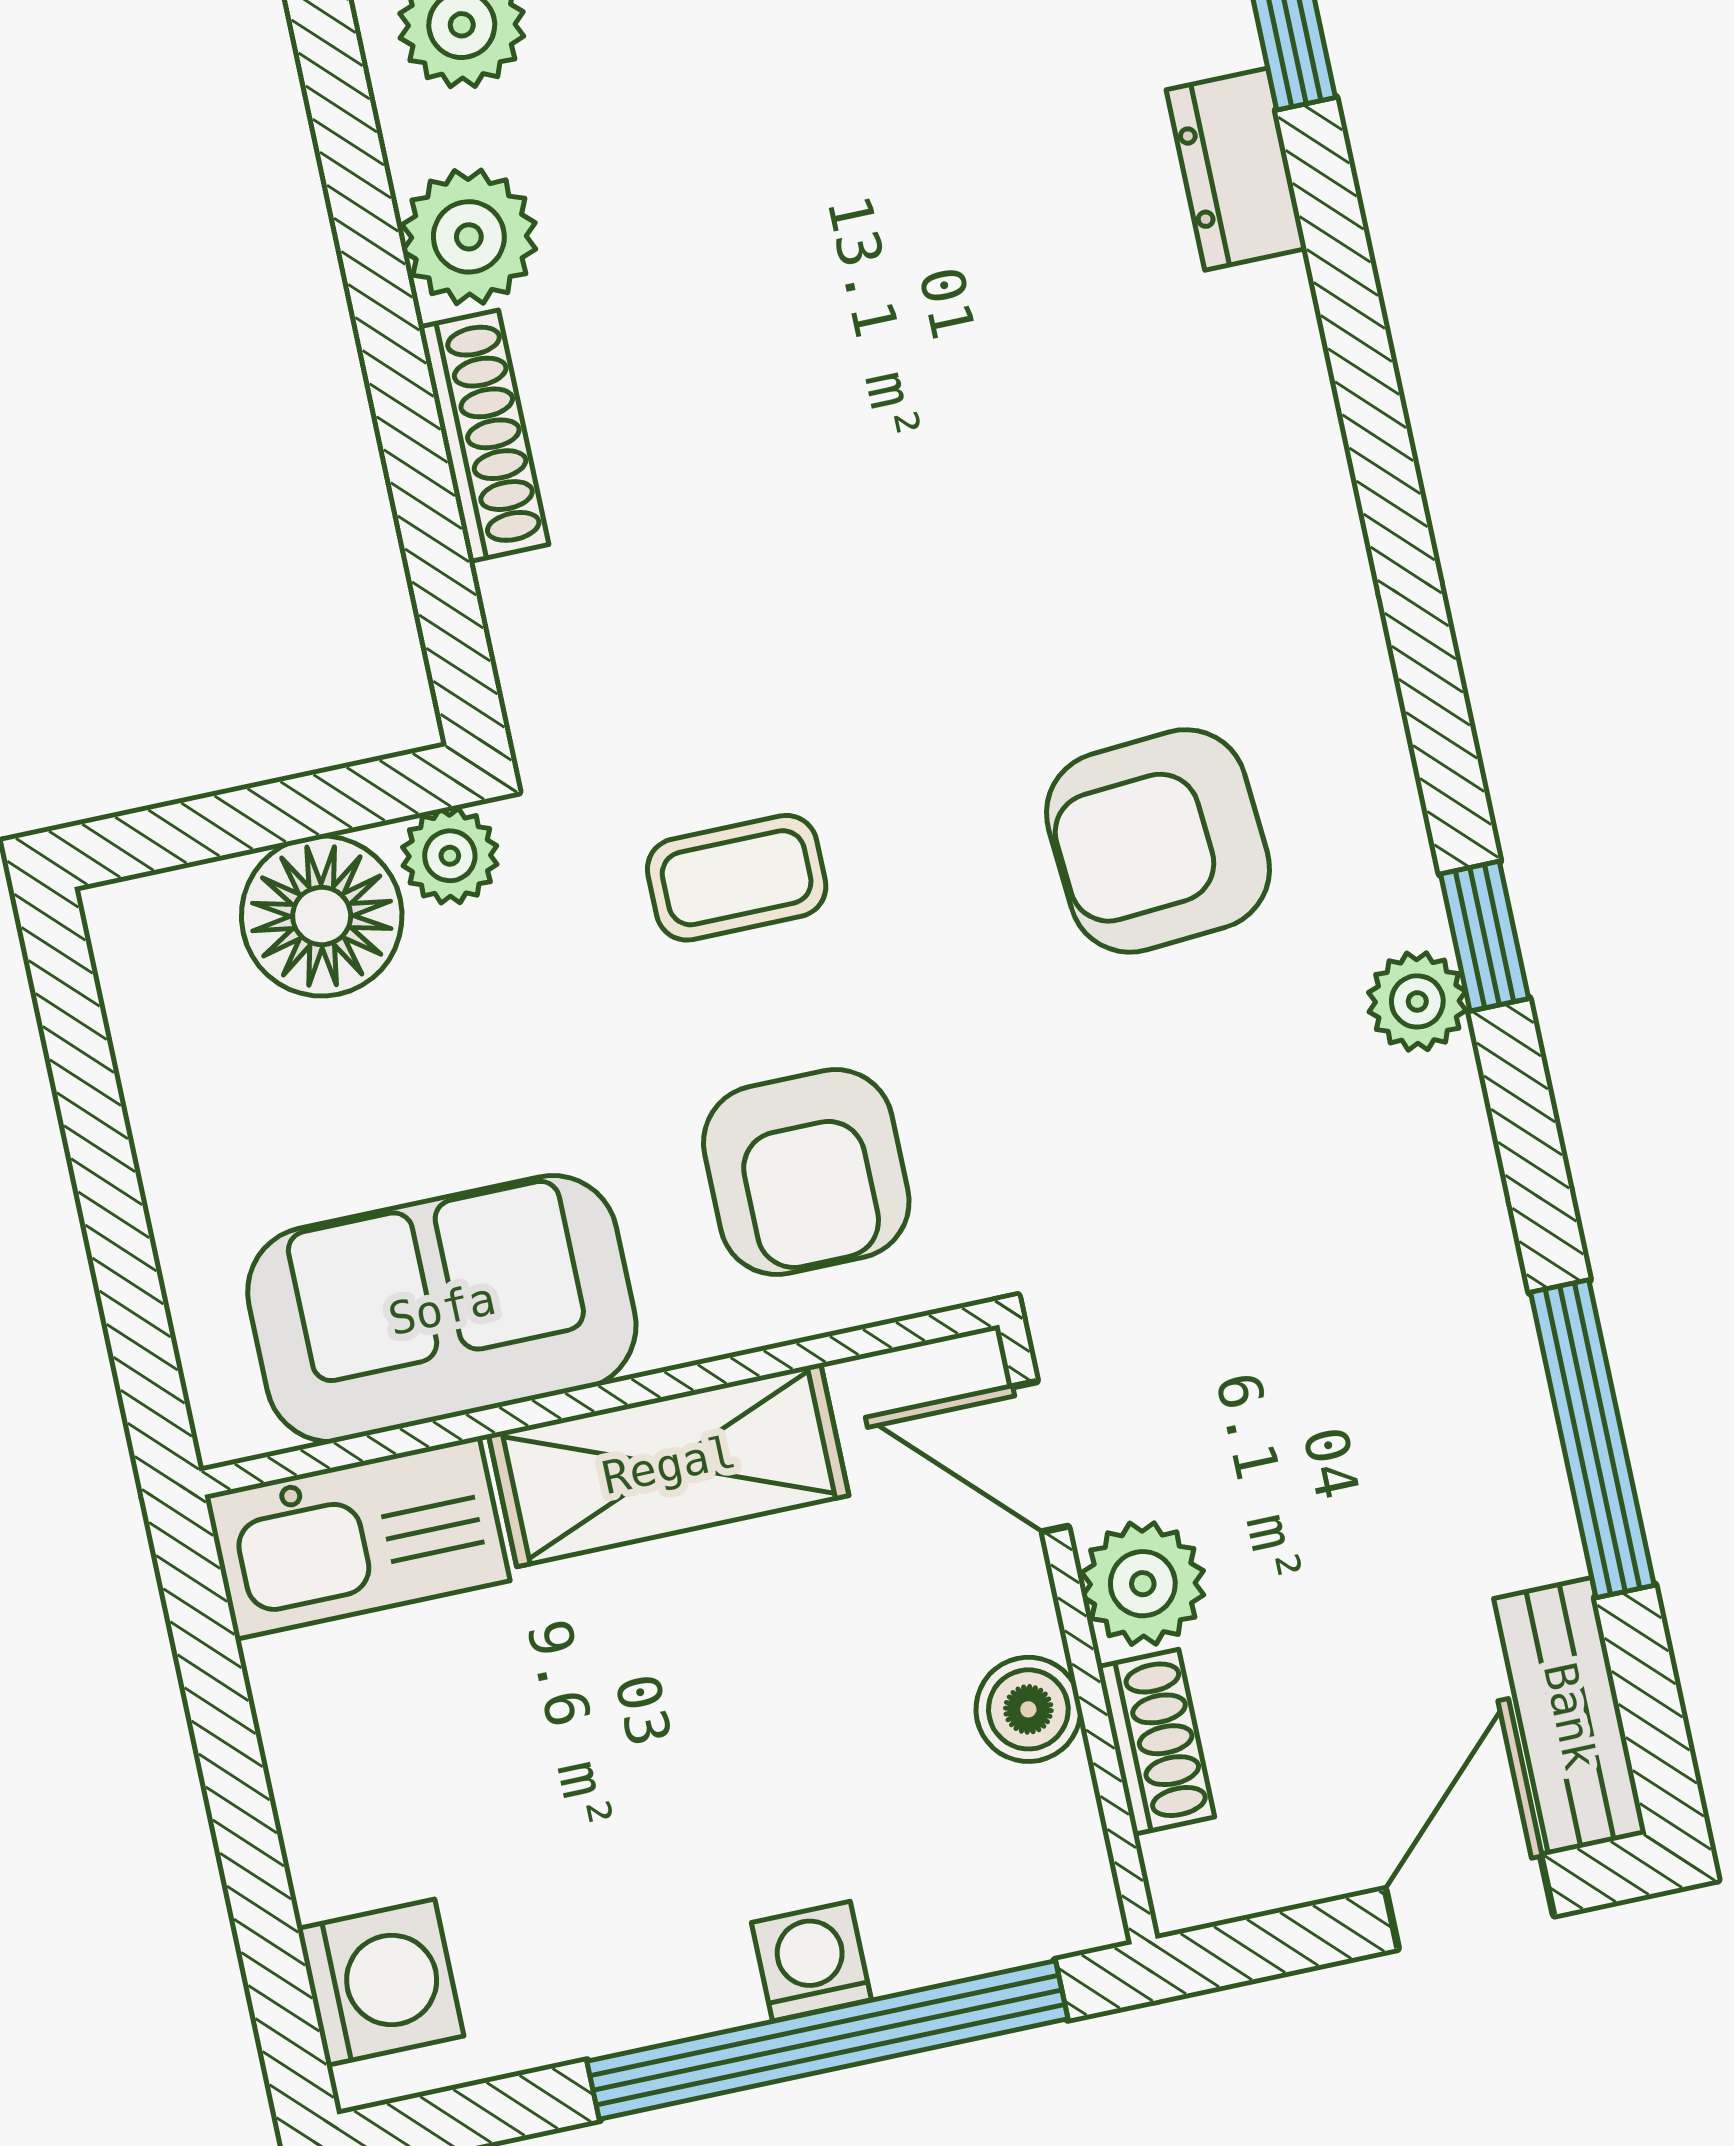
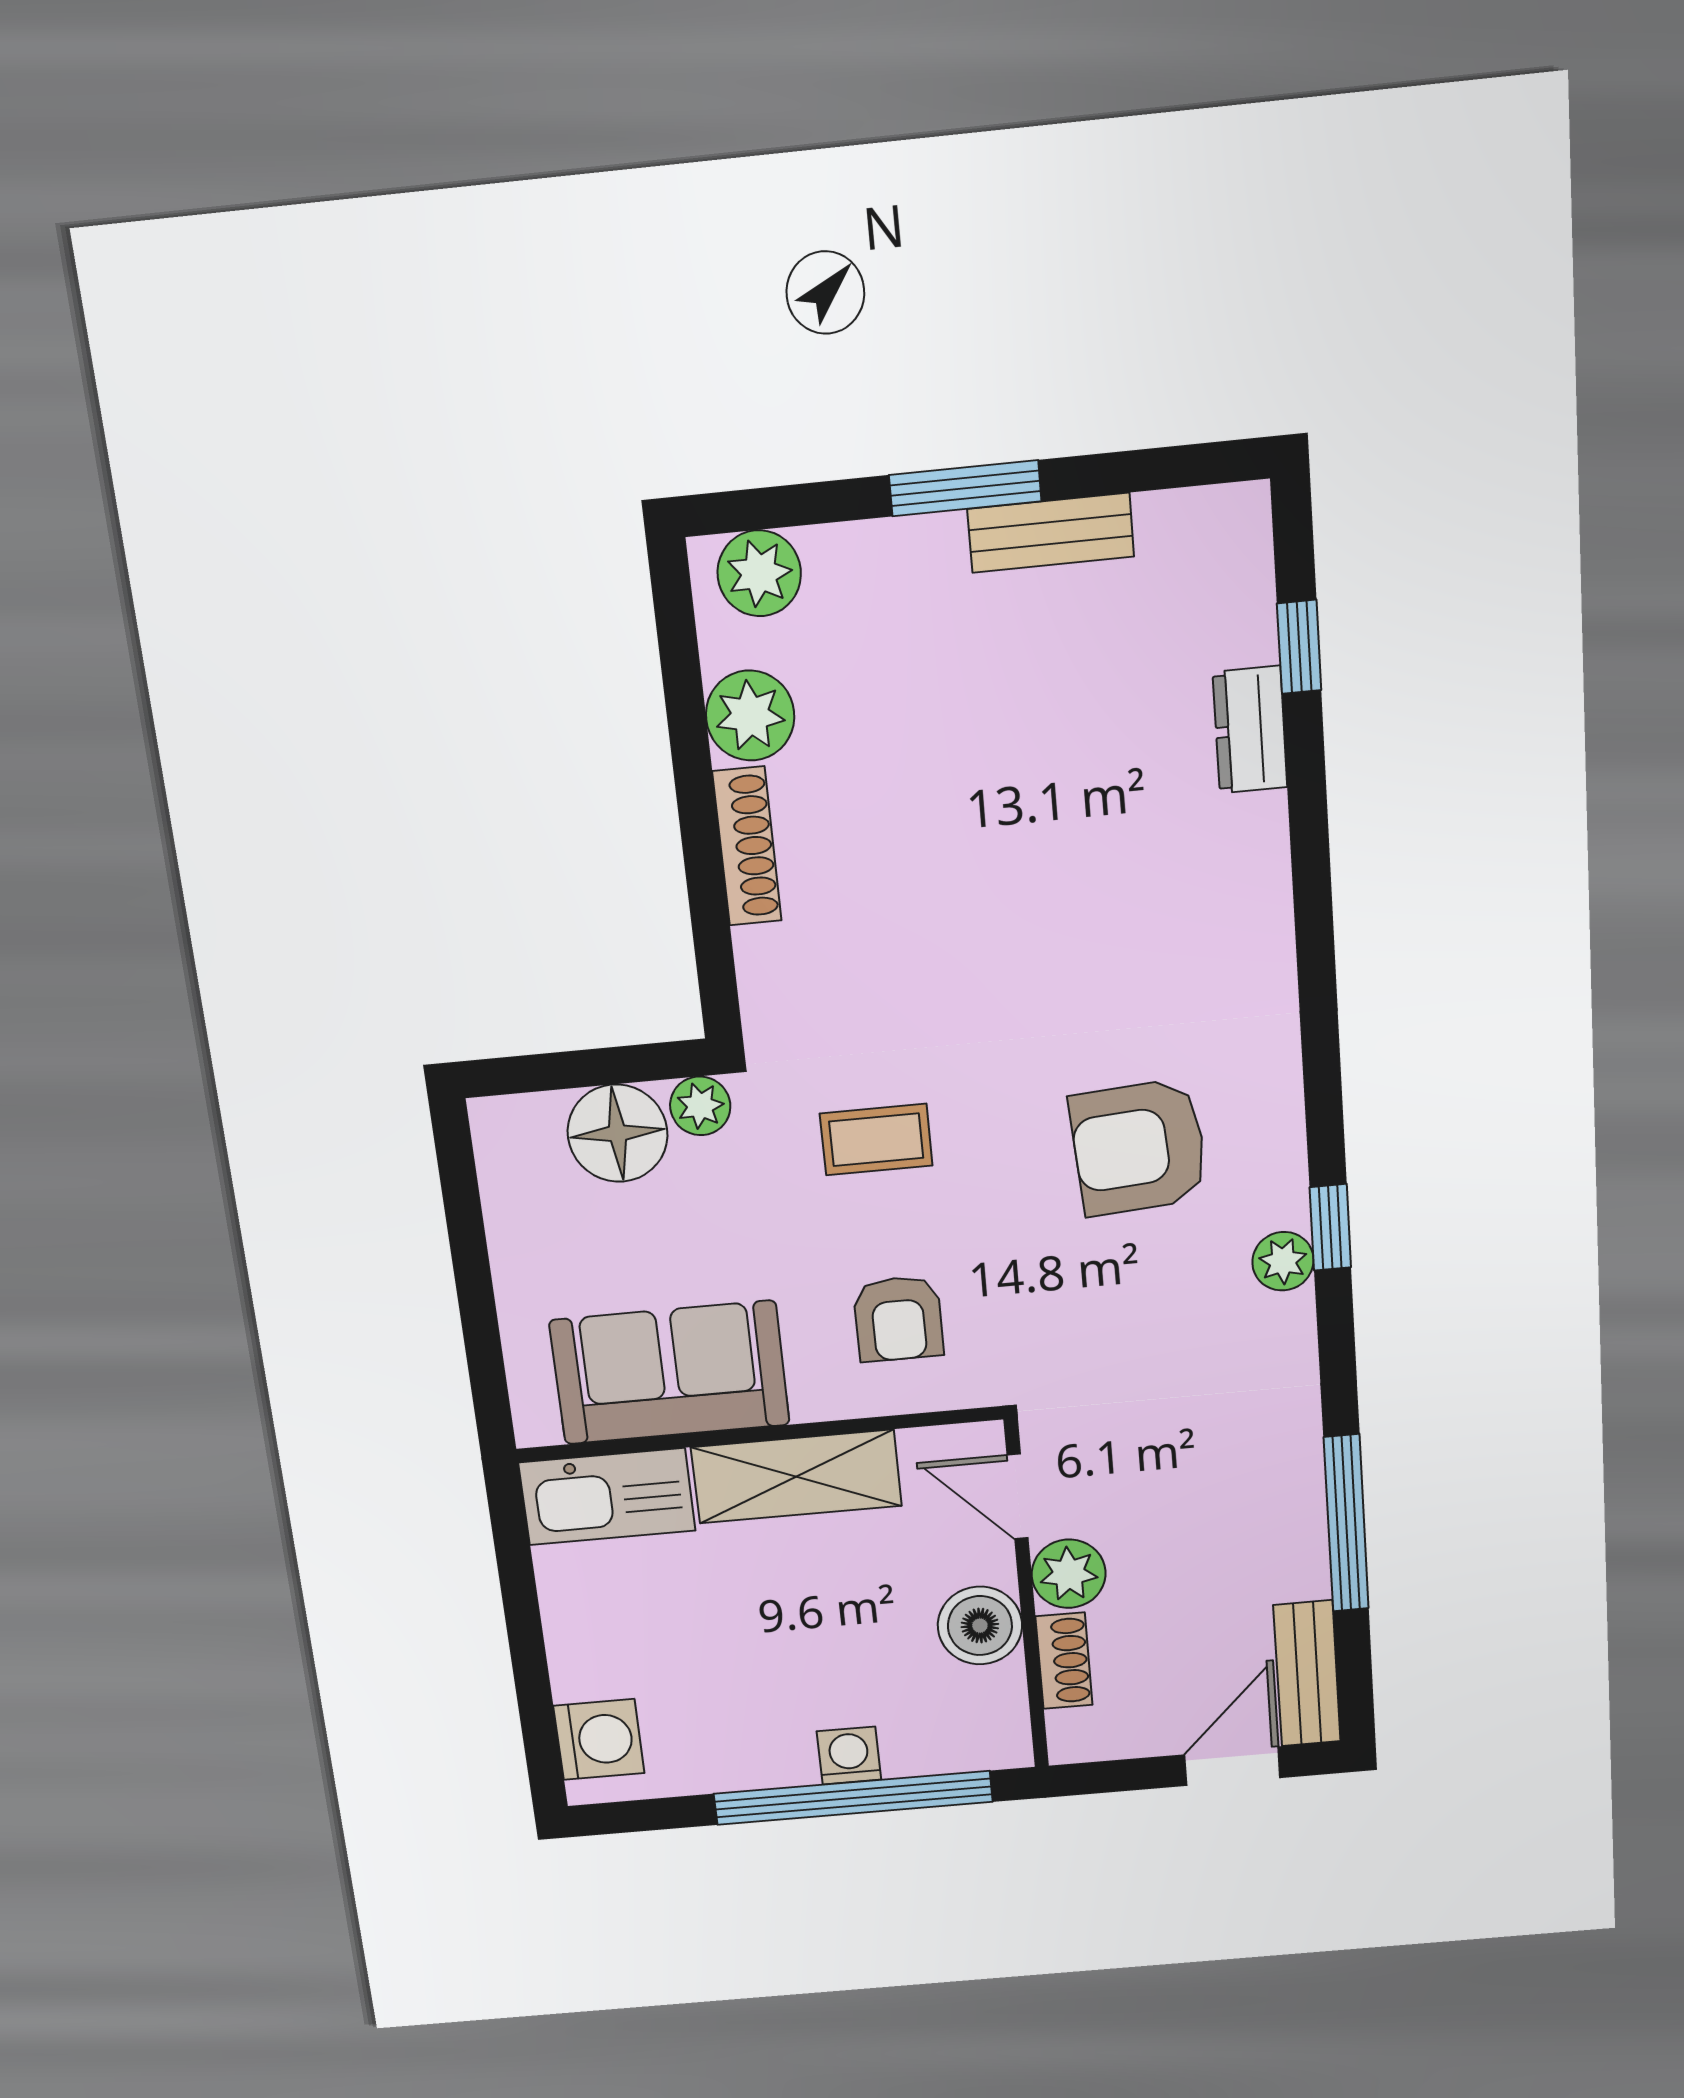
armchair: (806, 1172) -> (898, 1319), width x0.72, depth x0.72
boiler: (1028, 1709) -> (980, 1626), width x1.36, depth x1.36

